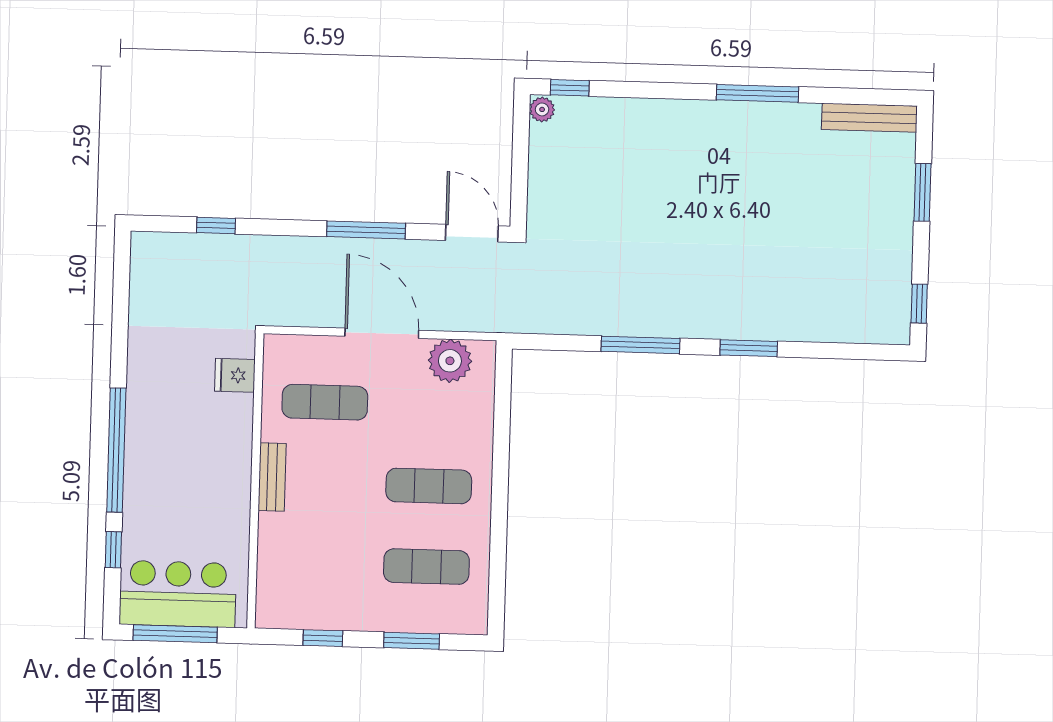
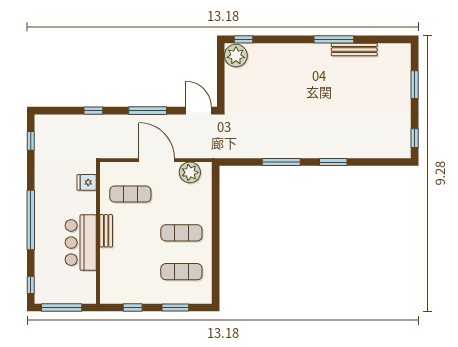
plant: (542, 109) -> (236, 56), width x1.87, depth x1.87
bench: (869, 118) -> (354, 50), moved
window: (216, 225) -> (93, 111), moved
window: (121, 285) -> (31, 141), added
window: (113, 550) -> (31, 285), moved
bar counter: (178, 594) -> (81, 243), moved, turned -90

